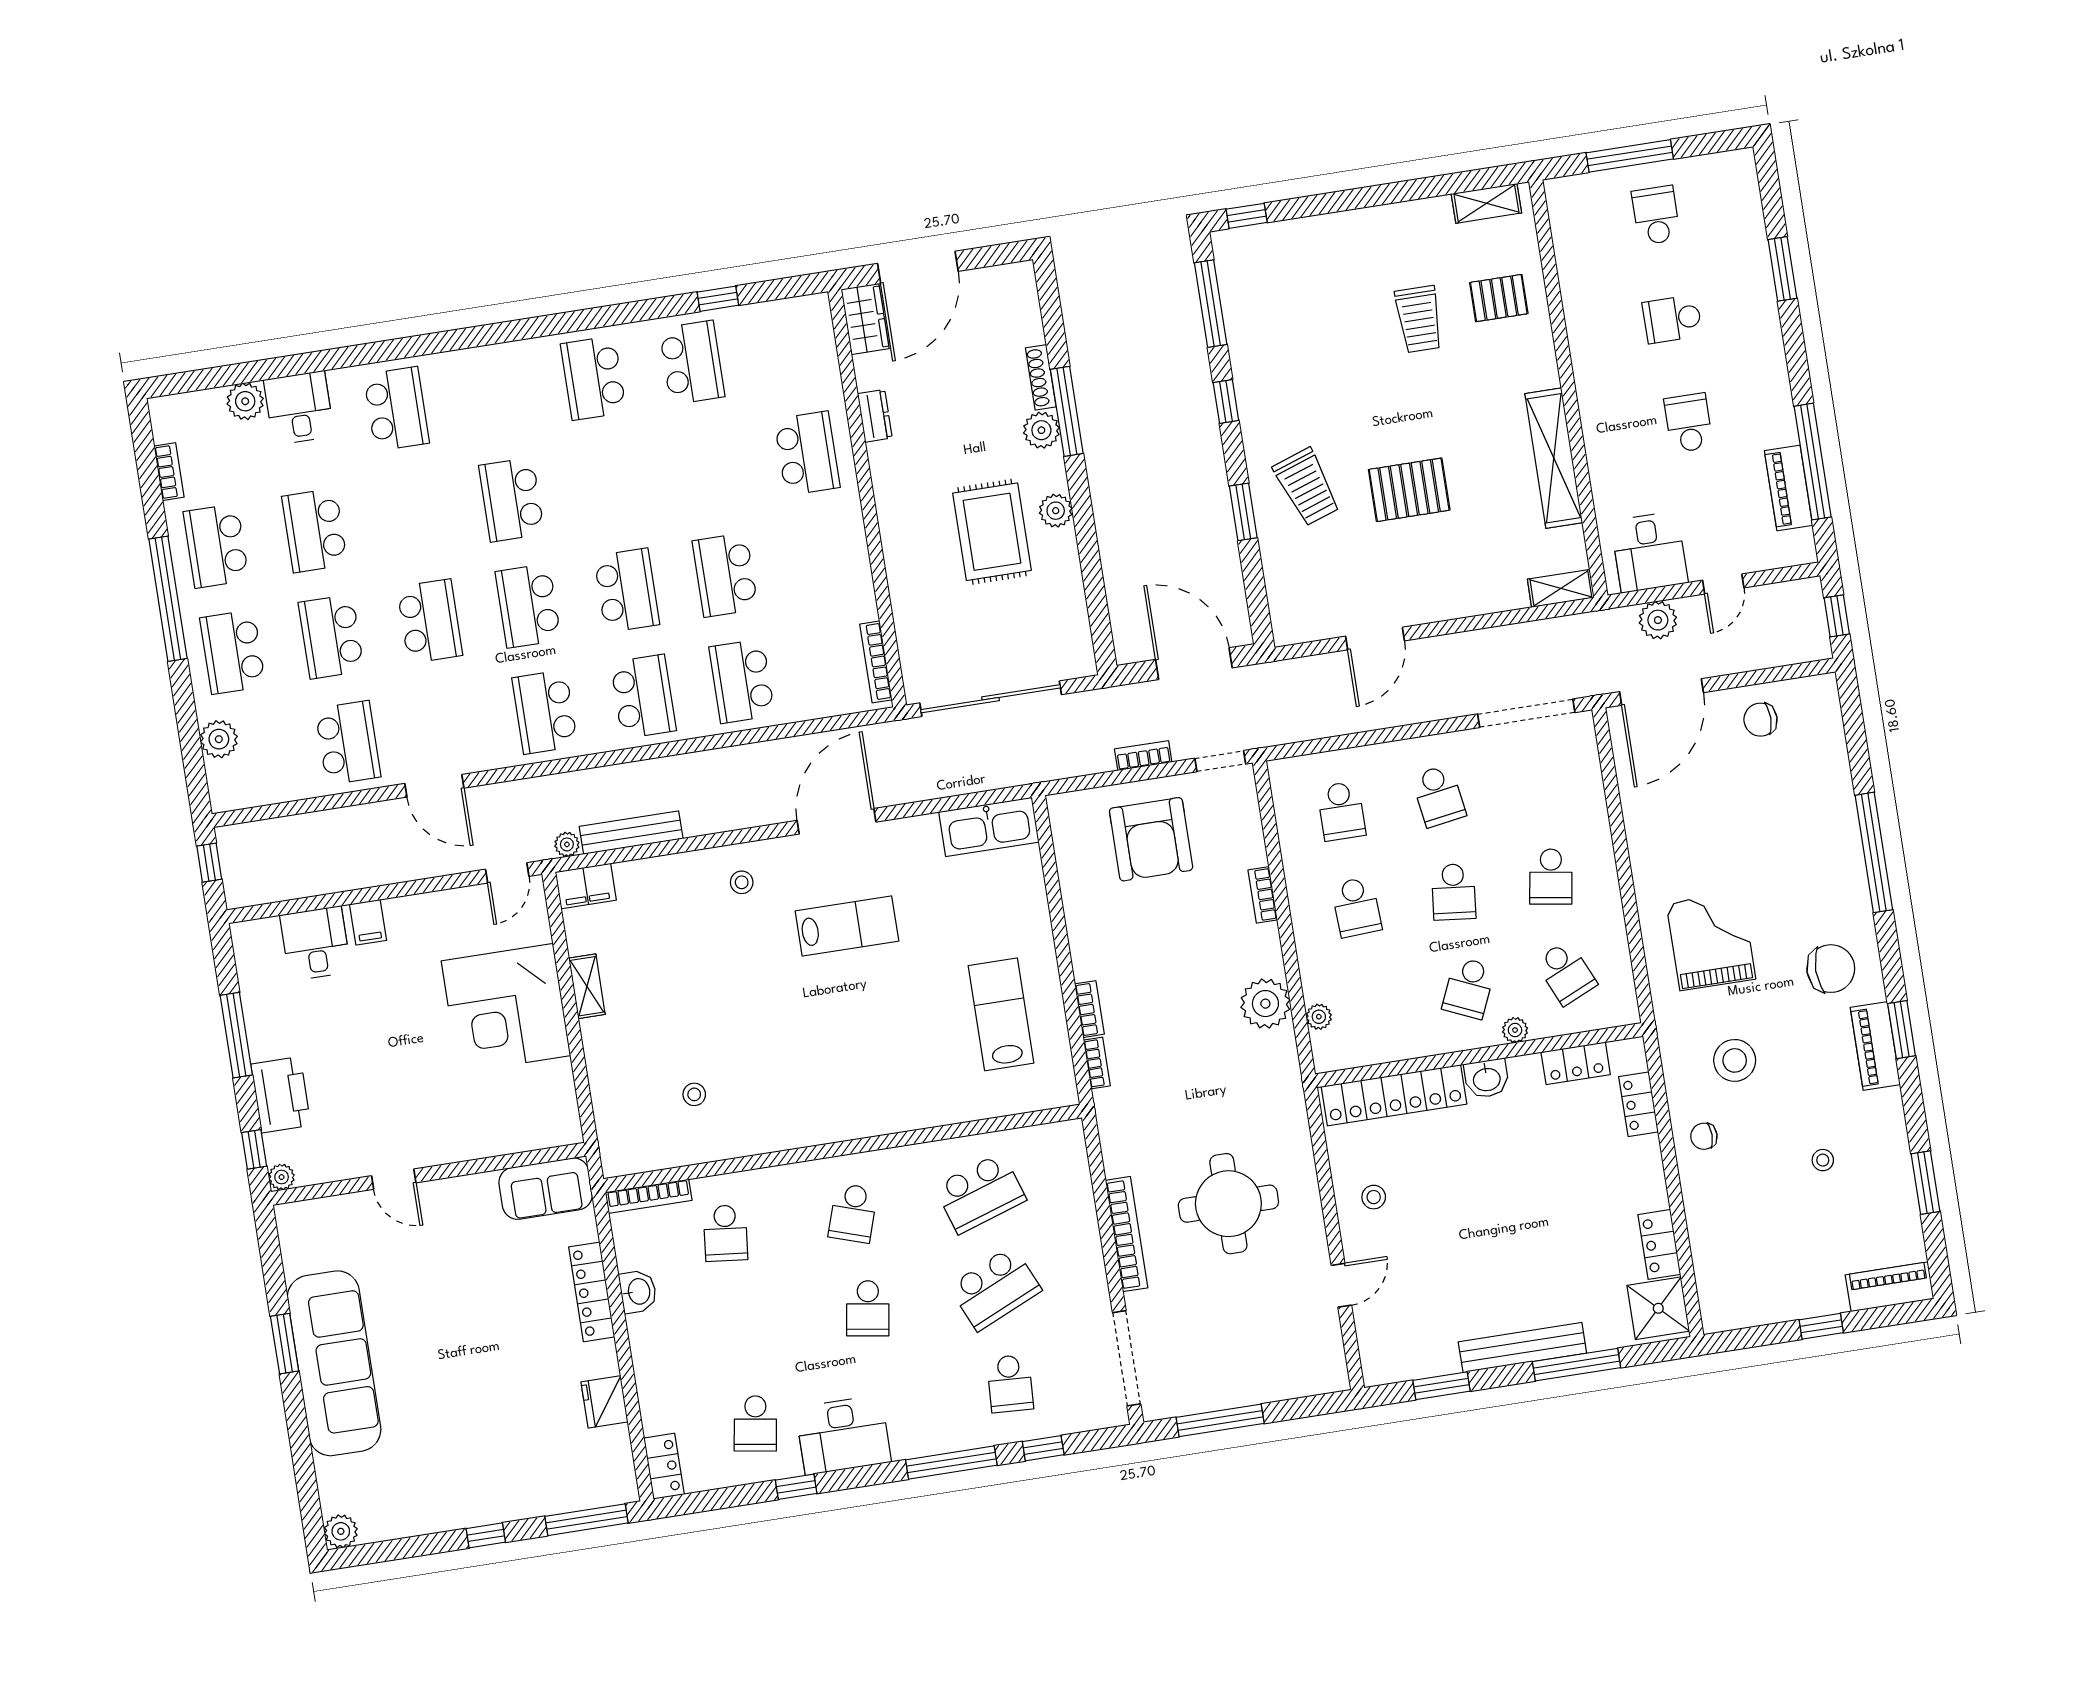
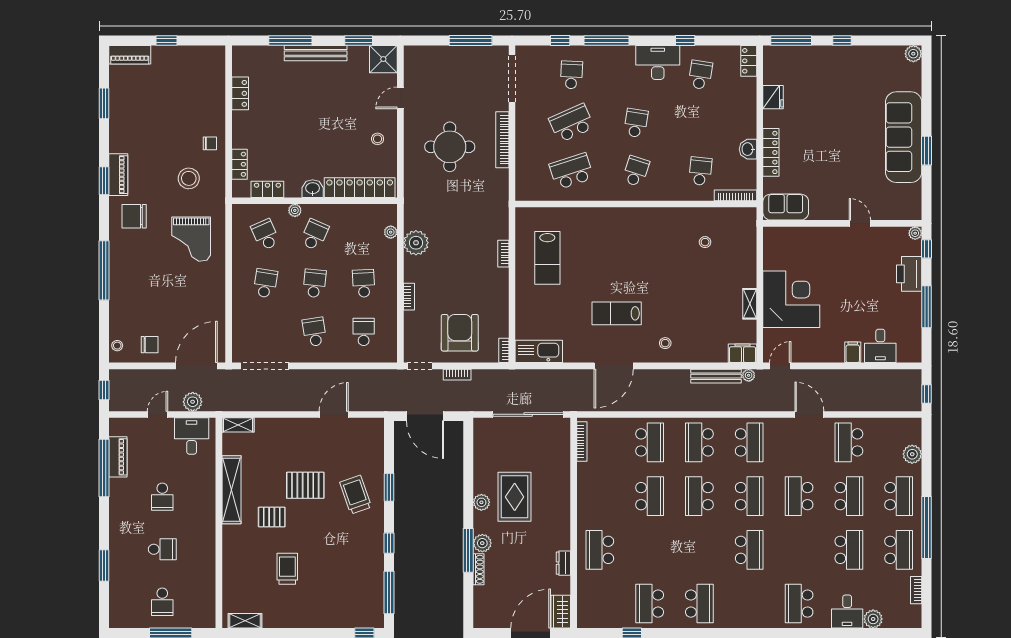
pallet: (1499, 298) -> (272, 517), moved
bookcase: (1097, 1063) -> (504, 350), moved
stool: (1823, 1160) -> (117, 346), moved
shower: (1658, 1308) -> (383, 59), moved

